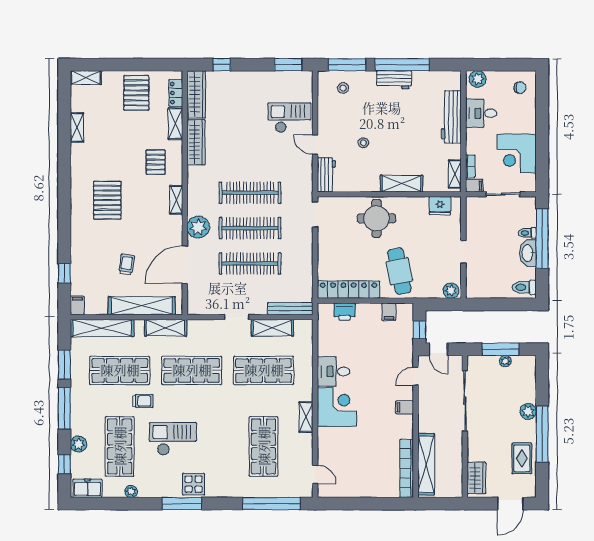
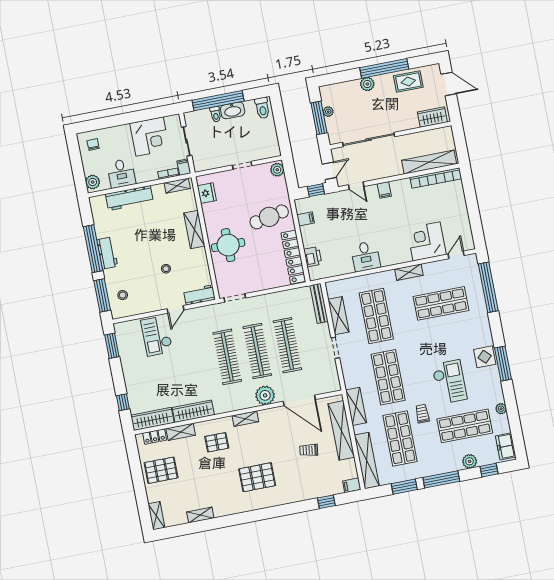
corner desk: (337, 407) -> (426, 241), moved
checkout: (173, 439) -> (449, 382), turned 180

